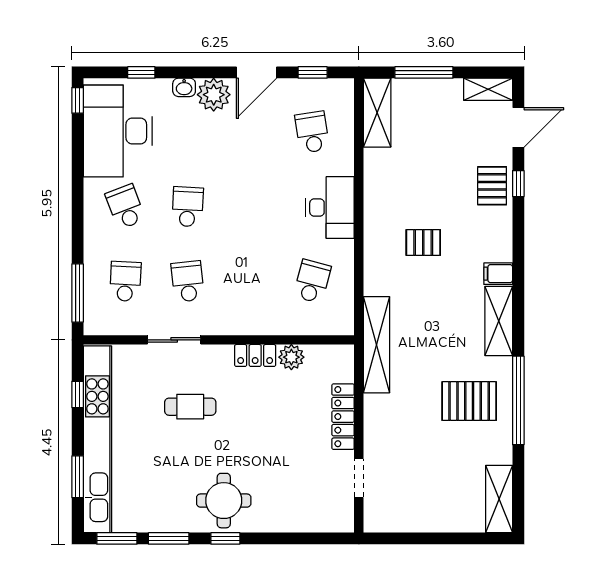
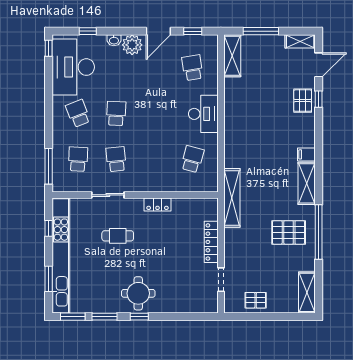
pallet: (423, 242) -> (256, 300), moved
plant: (291, 357) -> (180, 206), removed

